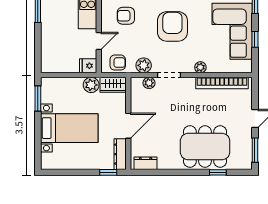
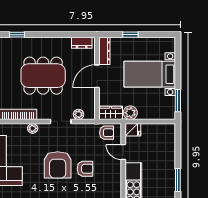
armchair: (126, 16) -> (85, 169), moved
door: (99, 41) -> (123, 152), hinge flipped
armchair: (118, 63) -> (107, 133), turned 180
plant: (144, 65) -> (83, 130), removed
dining table: (205, 147) -> (43, 76), moved
window: (108, 172) -> (130, 35), moved

